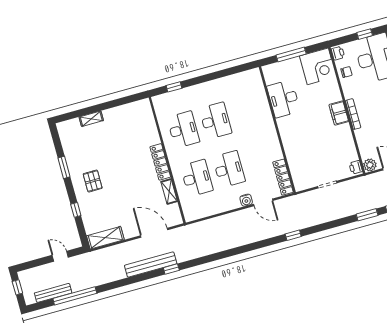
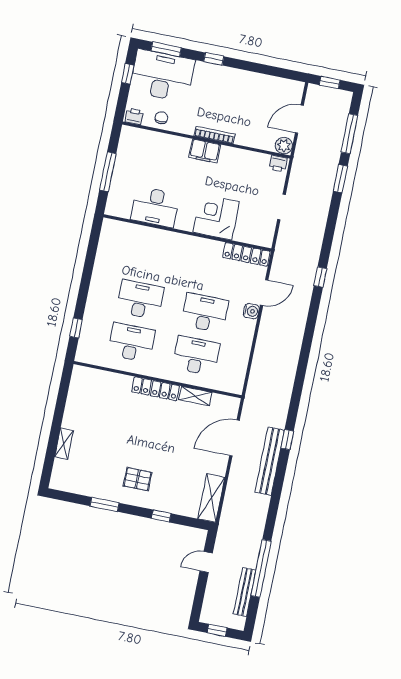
corner desk: (318, 66) -> (216, 217), moved, turned -90

